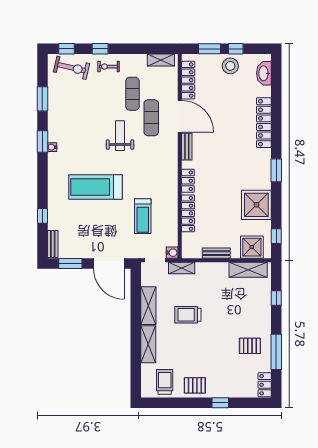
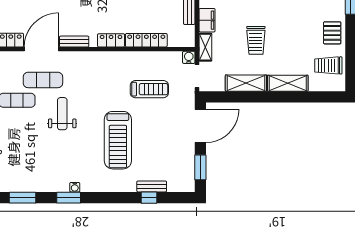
weight bench: (120, 136) -> (62, 114), turned 90
bench: (53, 244) -> (152, 186), moved
filing cabinet: (207, 270) -> (207, 20), added

